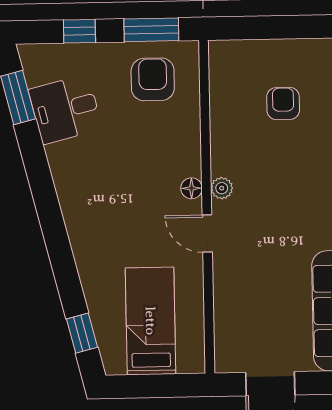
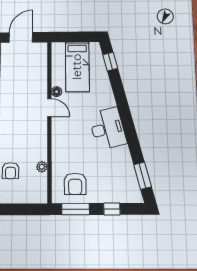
desk: (65, 109) -> (108, 129), moved, width x1.37
floor lamp: (191, 188) -> (57, 92), moved
plant: (222, 188) -> (42, 167), moved

